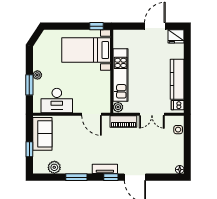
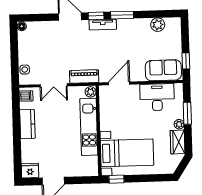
wardrobe: (39, 59) -> (178, 142), added
kitchen counter: (177, 79) -> (27, 124), width x0.67
door: (92, 114) -> (119, 83), hinge flipped
double door: (152, 114) -> (54, 85), swing flipped
sofa: (42, 134) -> (163, 70), moved, turned 90
window: (29, 149) -> (186, 61), moved
window: (76, 177) -> (122, 15), moved

